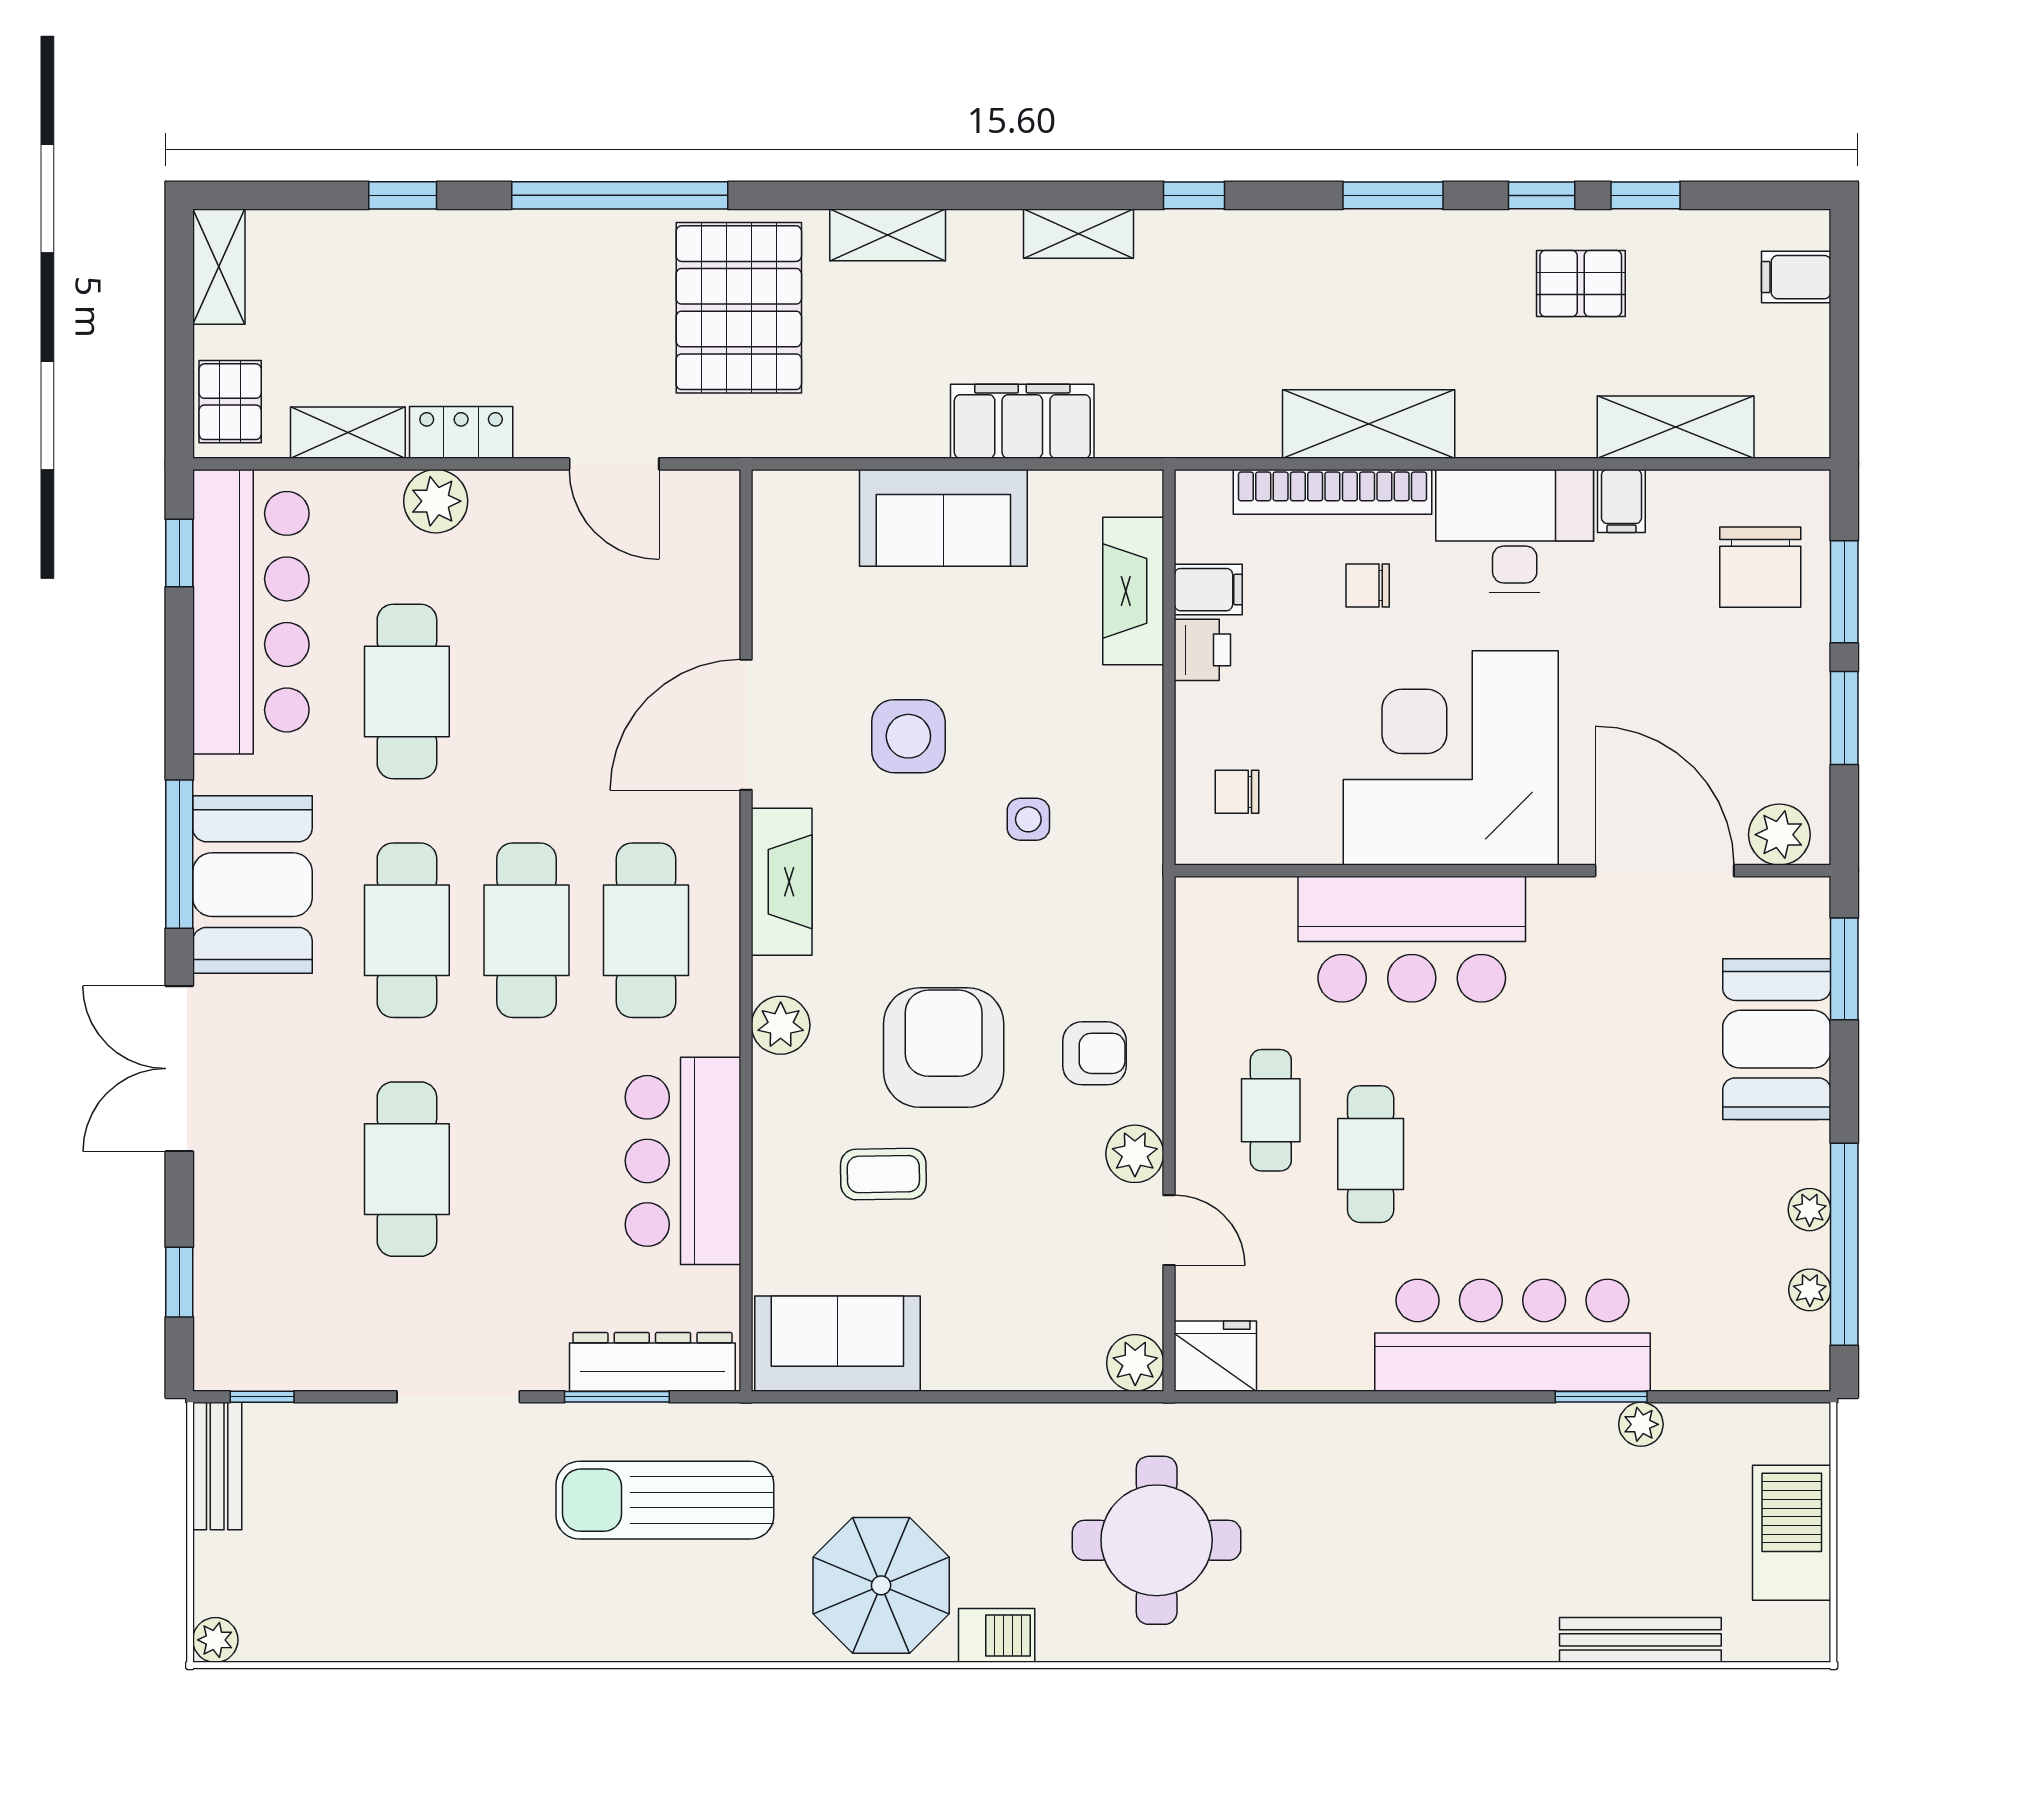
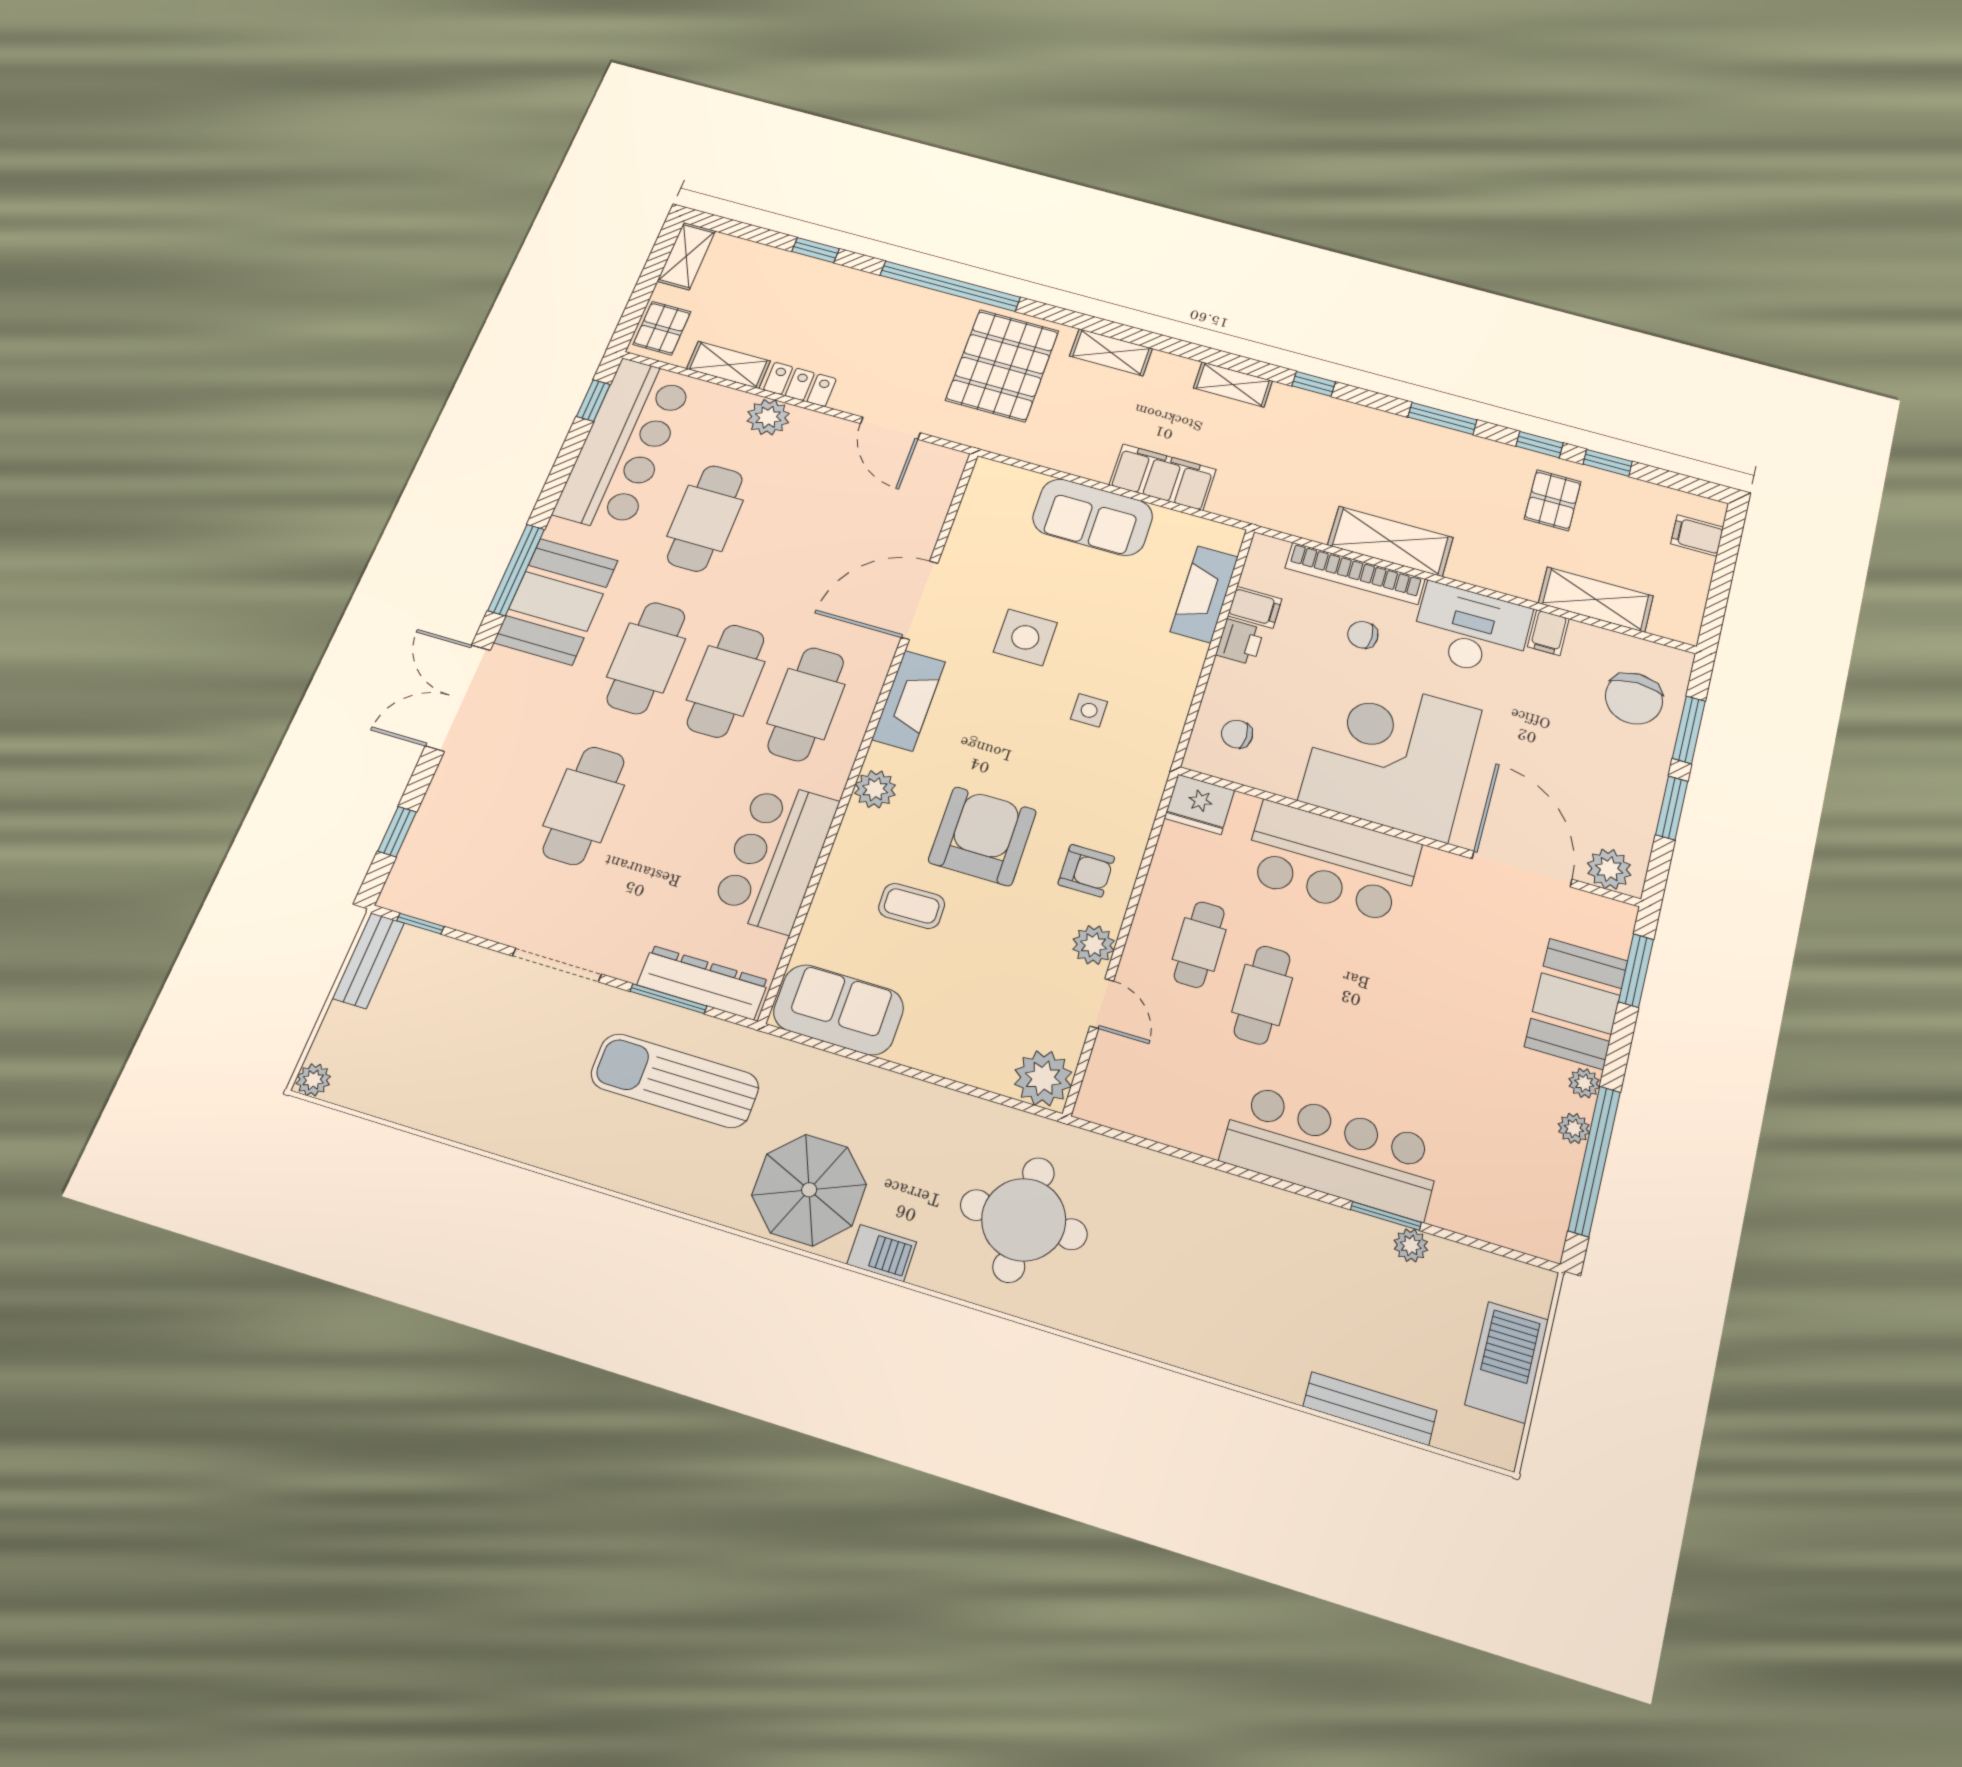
pallet: (1581, 284) -> (1553, 500), turned 90
plant: (1810, 1290) -> (1584, 1083), moved
fridge: (1215, 1356) -> (1199, 804), moved, turned 180
plant: (1135, 1363) -> (1043, 1078), width x1.36, depth x1.36

